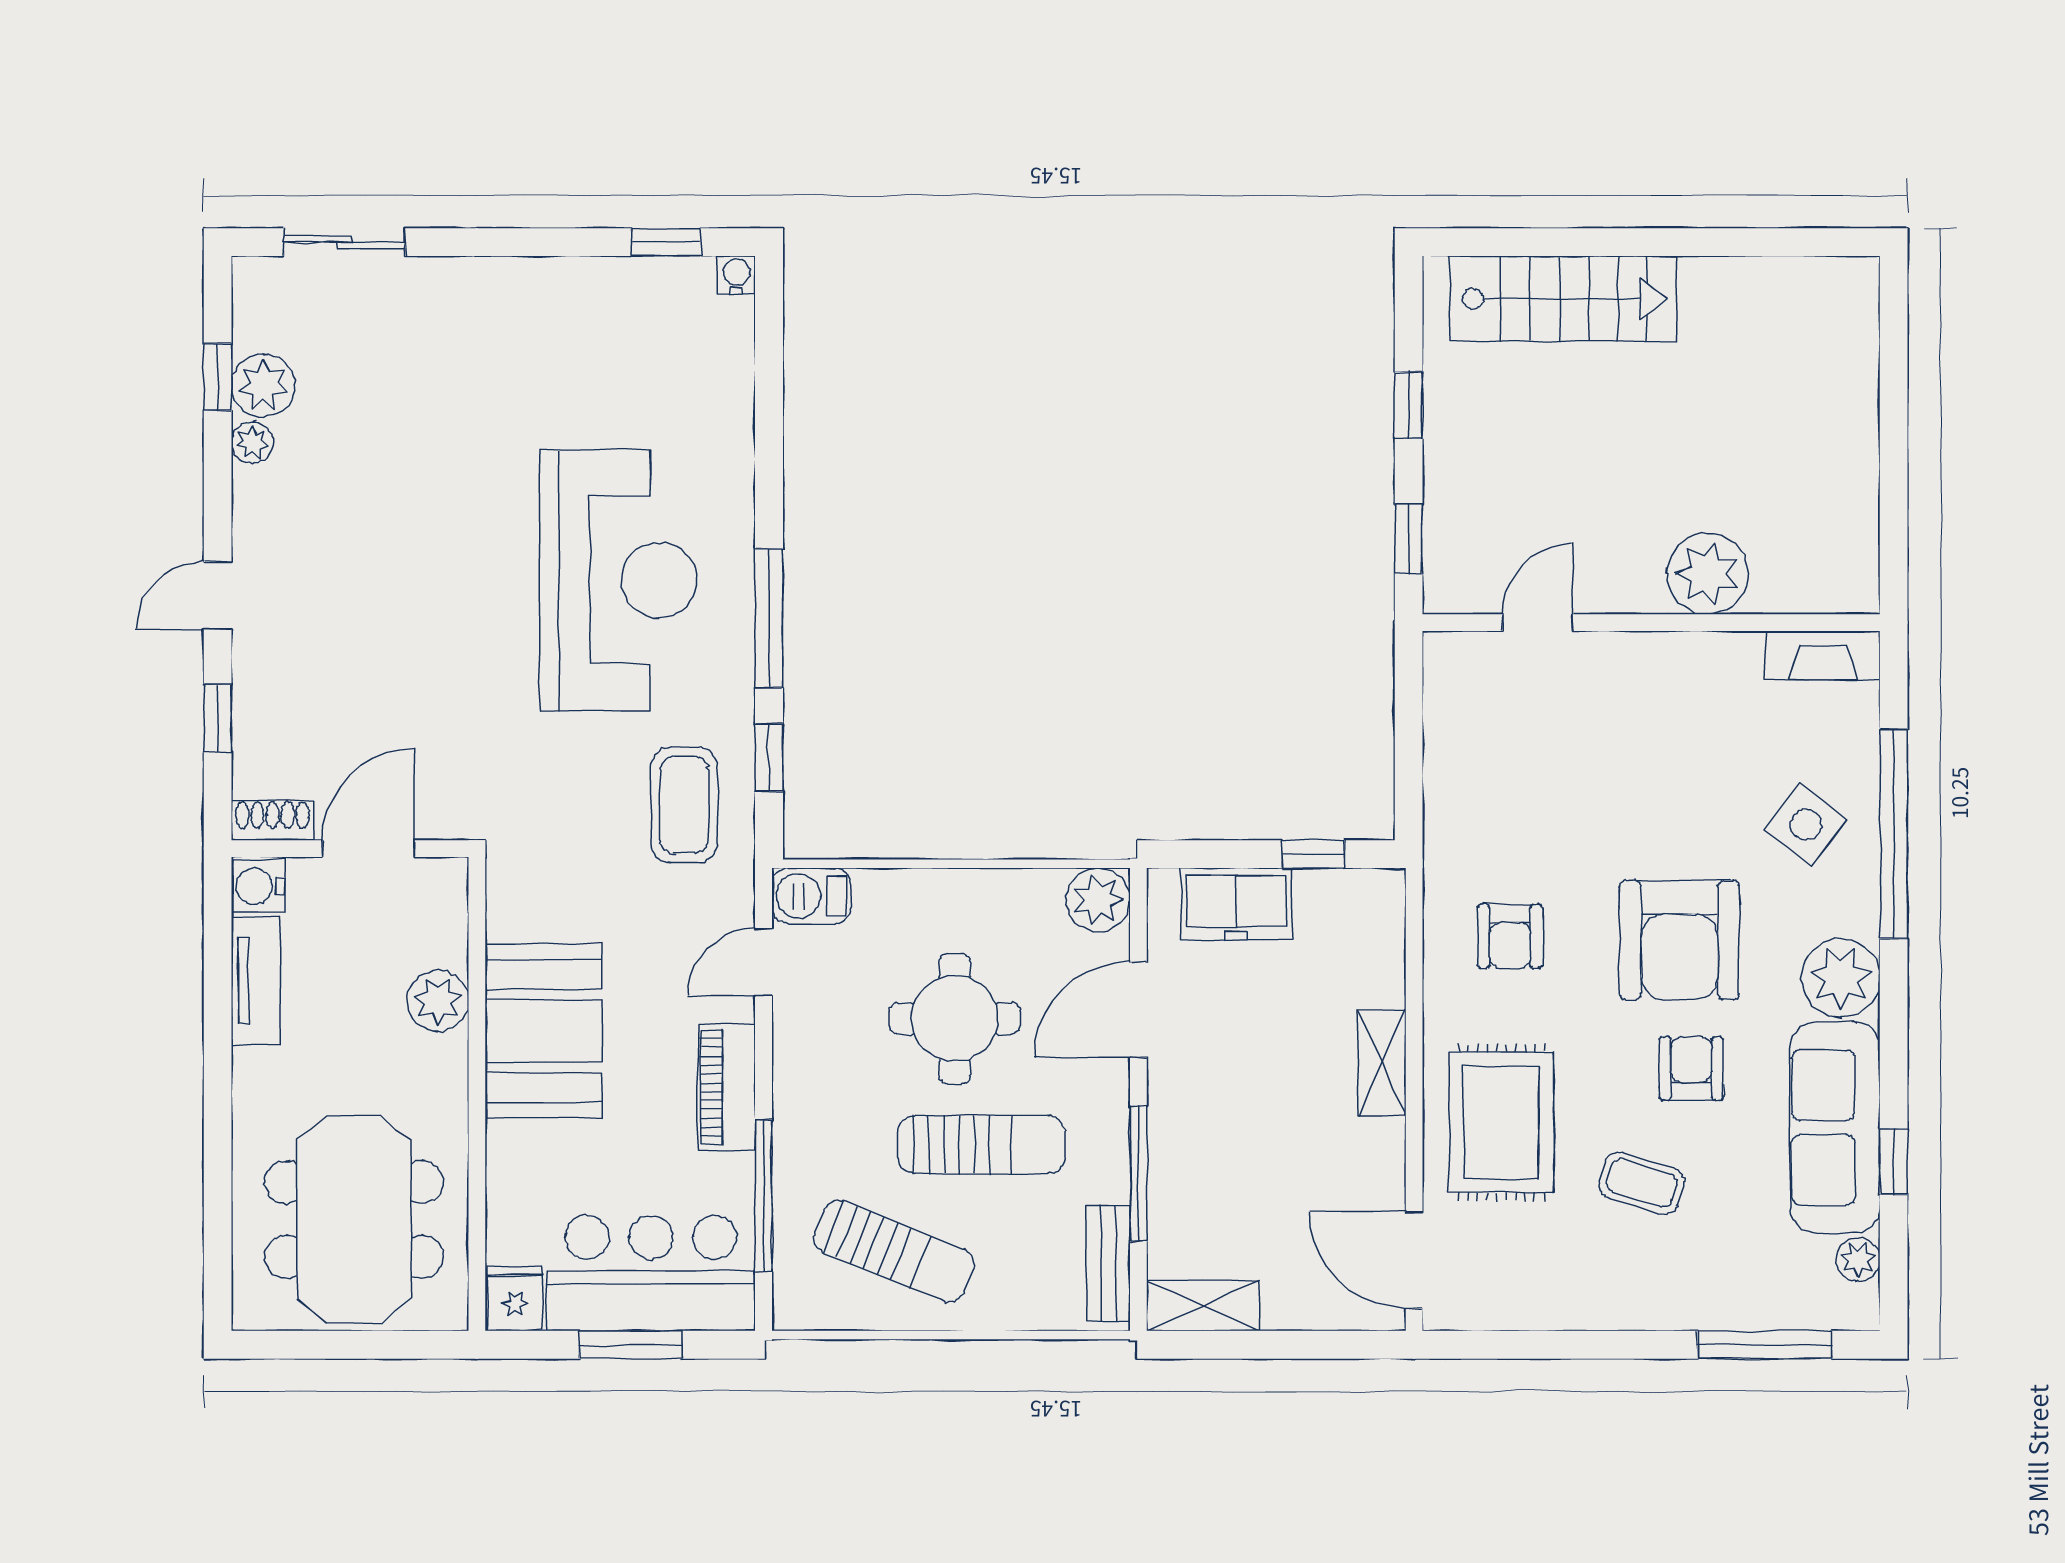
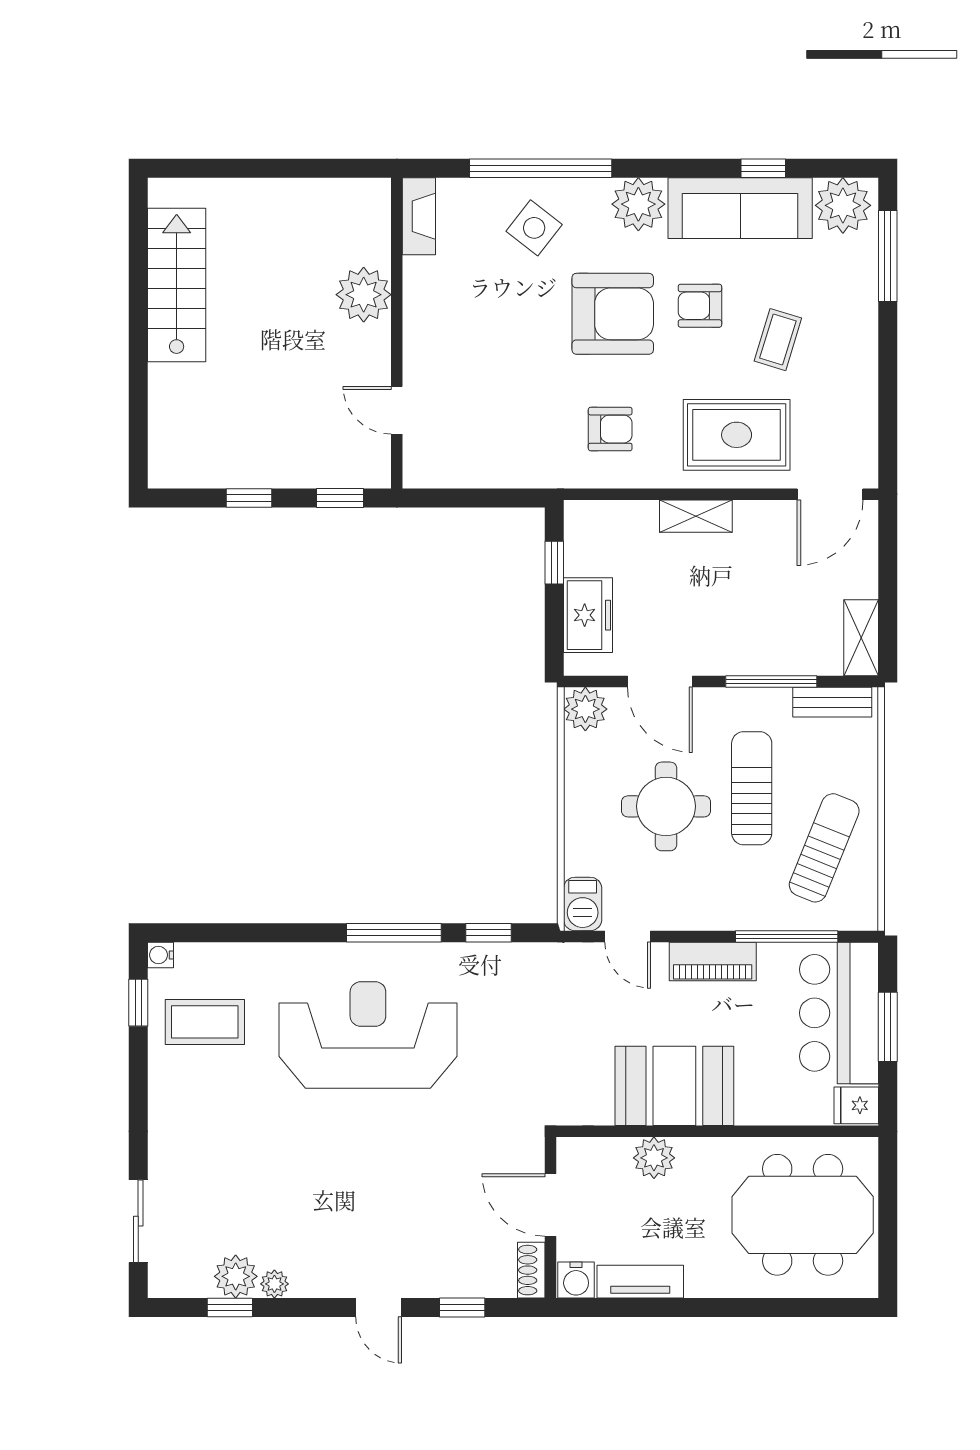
stairs: (1563, 299) -> (177, 285), moved
coffee table: (684, 805) -> (205, 1022), moved
plant: (1858, 1260) -> (843, 205), width x1.87, depth x1.87

